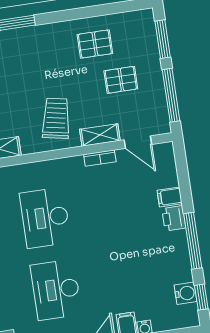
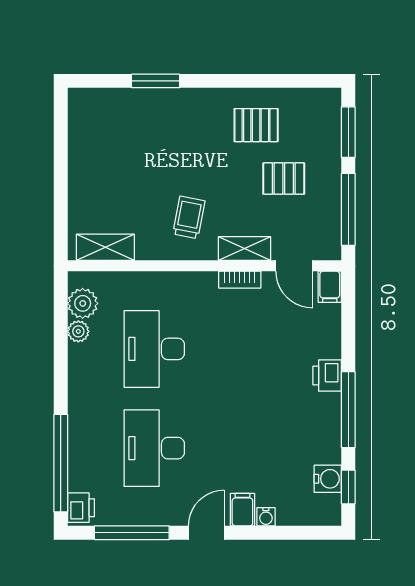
trolley: (56, 118) -> (189, 217), width x0.73, depth x0.72
filing cabinet: (170, 197) -> (330, 287), moved, turned -90

